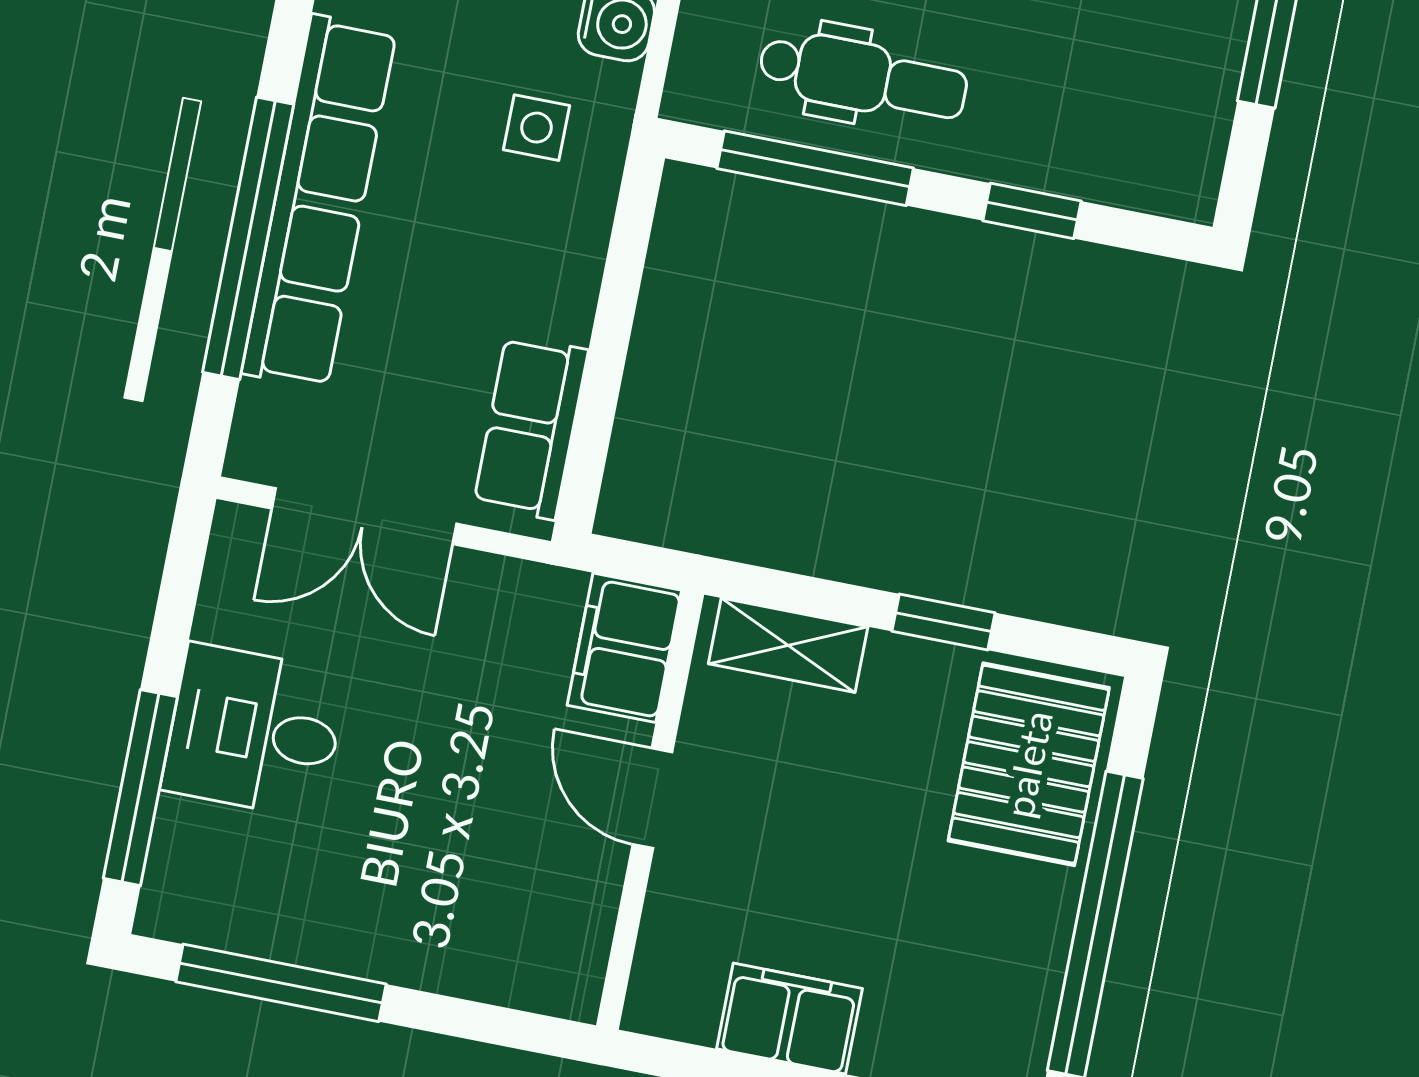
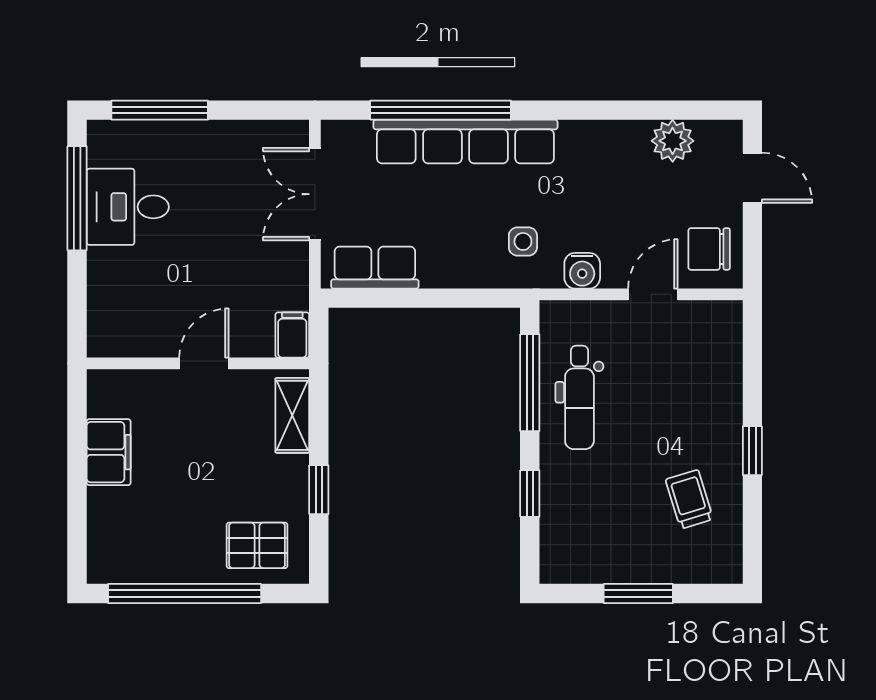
filing cabinet: (624, 648) -> (292, 335), width x0.50
desk: (254, 731) -> (128, 207), moved, turned -90
pallet: (1029, 764) -> (257, 545), width x0.67, depth x0.71

